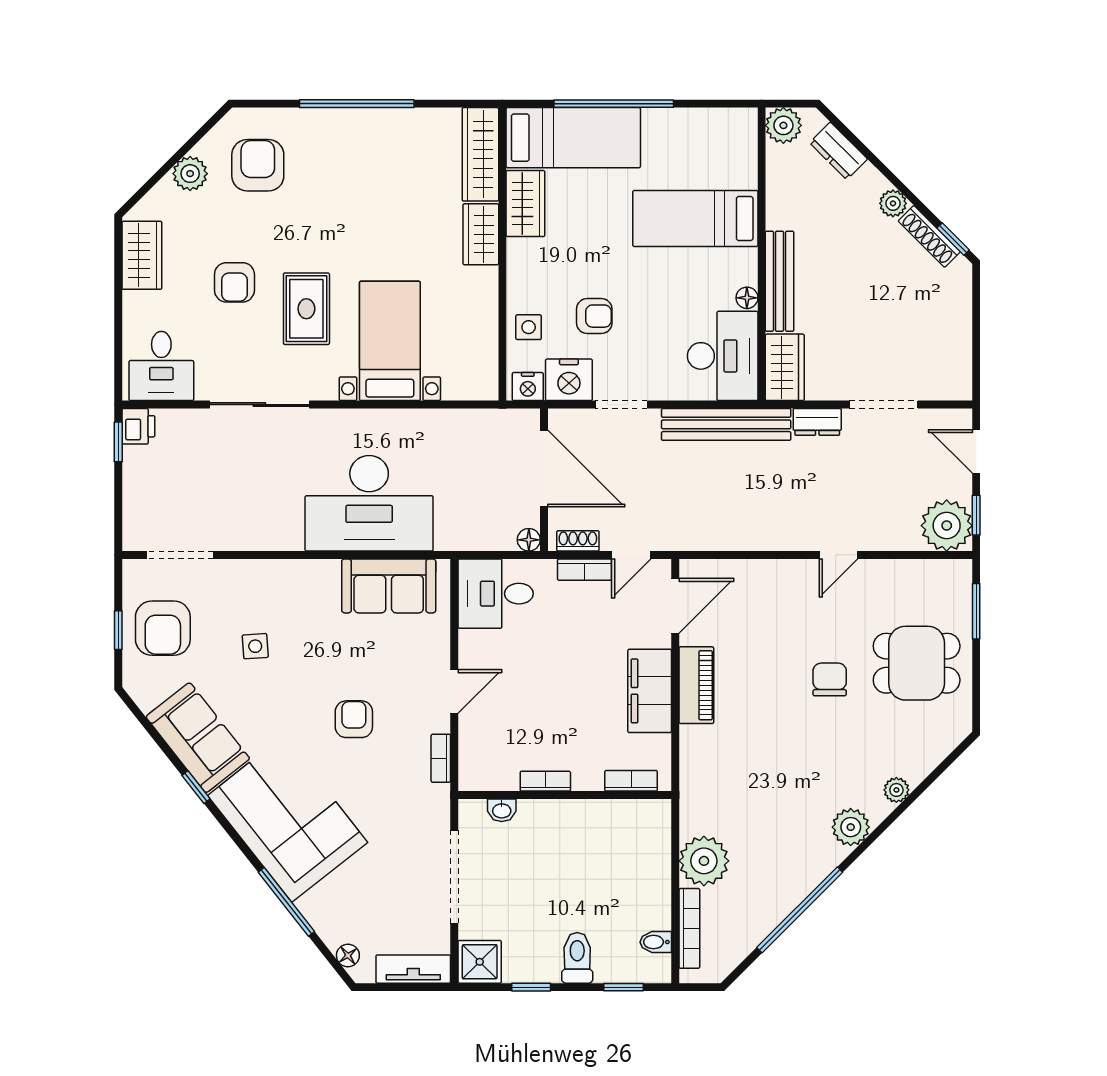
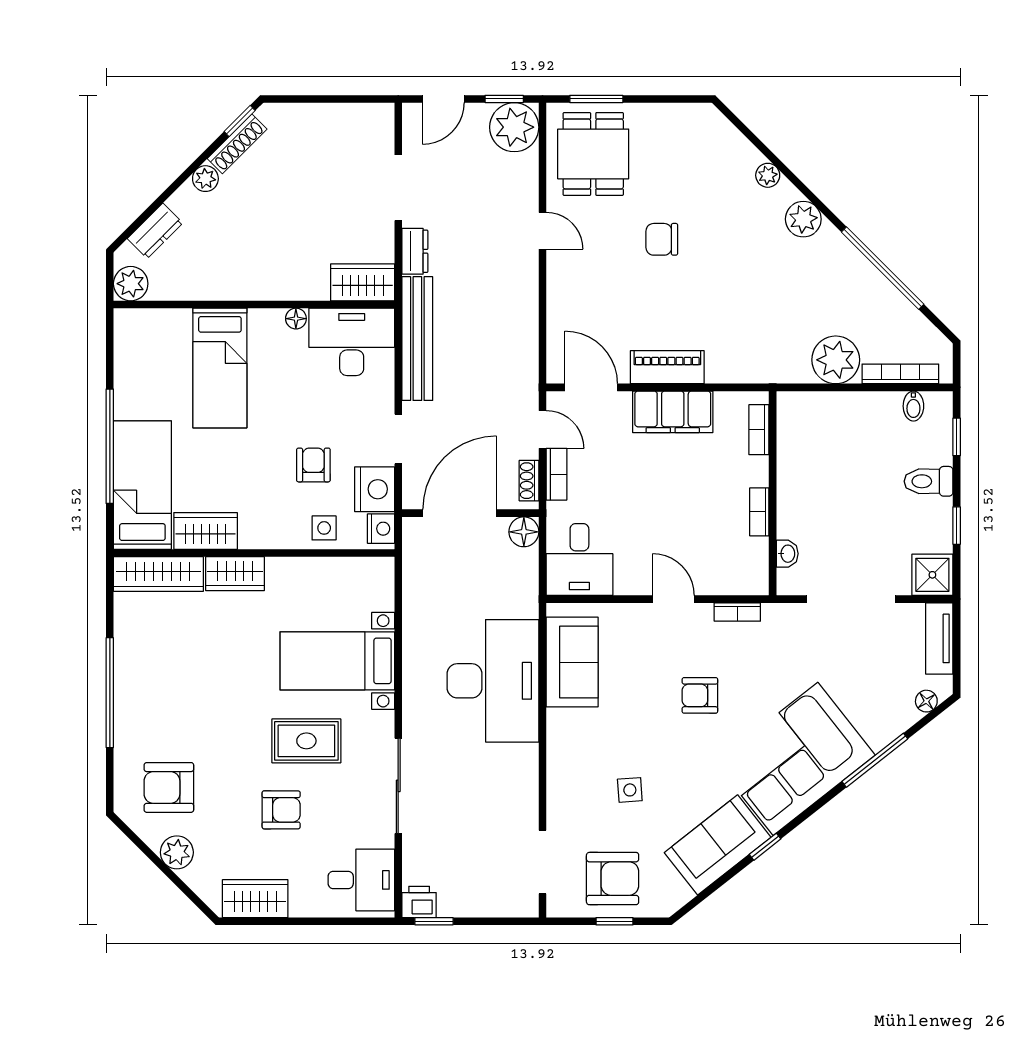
bench: (780, 281) -> (280, 287), removed
floor lamp: (529, 540) -> (524, 532), width x1.37, depth x1.37
dining table: (917, 663) -> (593, 154), moved

